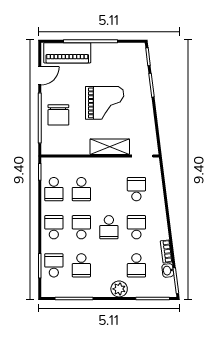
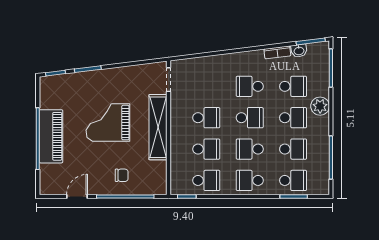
piano: (67, 53) -> (51, 136), moved
door: (40, 76) -> (77, 196), hinge flipped
grand piano: (105, 103) -> (108, 123), turned -90
chair: (58, 115) -> (122, 175), width x0.54, depth x0.54
shelving: (110, 147) -> (158, 127), width x1.47
school desk: (136, 189) -> (206, 118), moved, turned 180
school desk: (54, 265) -> (293, 180), turned 180
school desk: (109, 265) -> (293, 118), added

